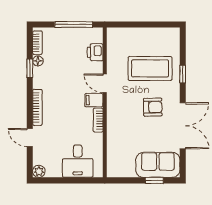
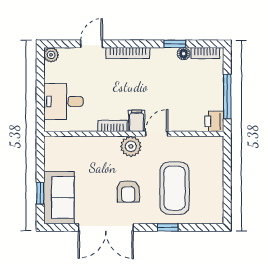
printer: (95, 52) -> (214, 121), moved, turned -90
plant: (115, 105) -> (131, 146), added

